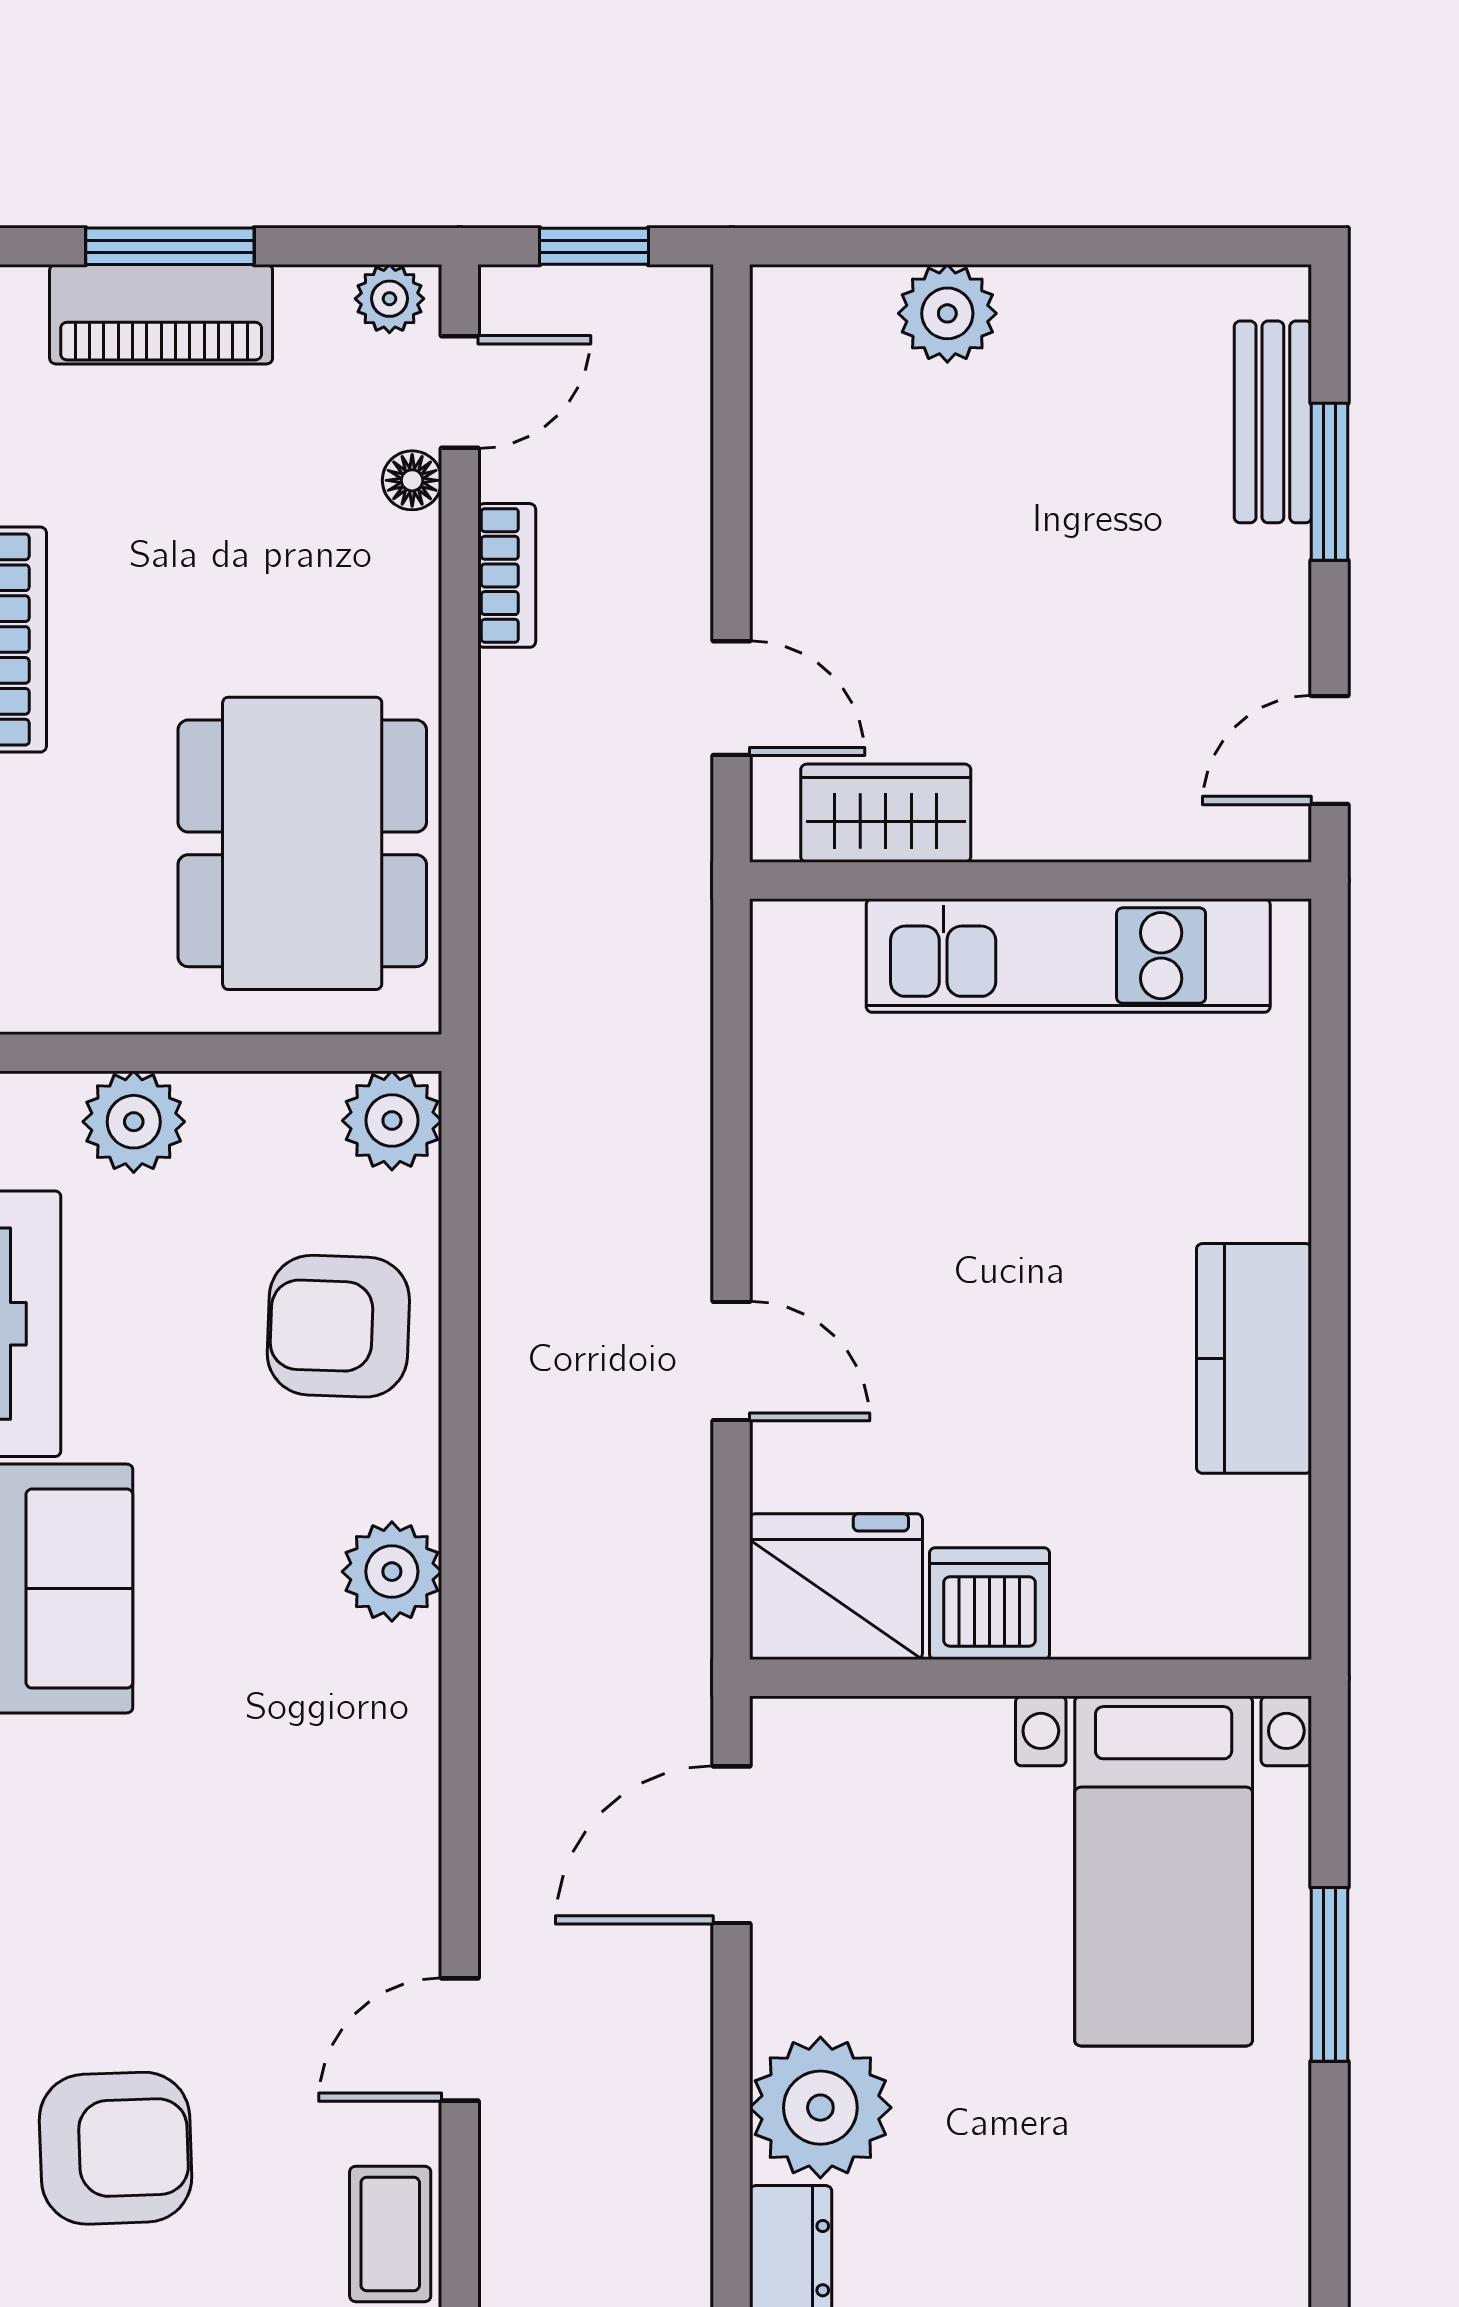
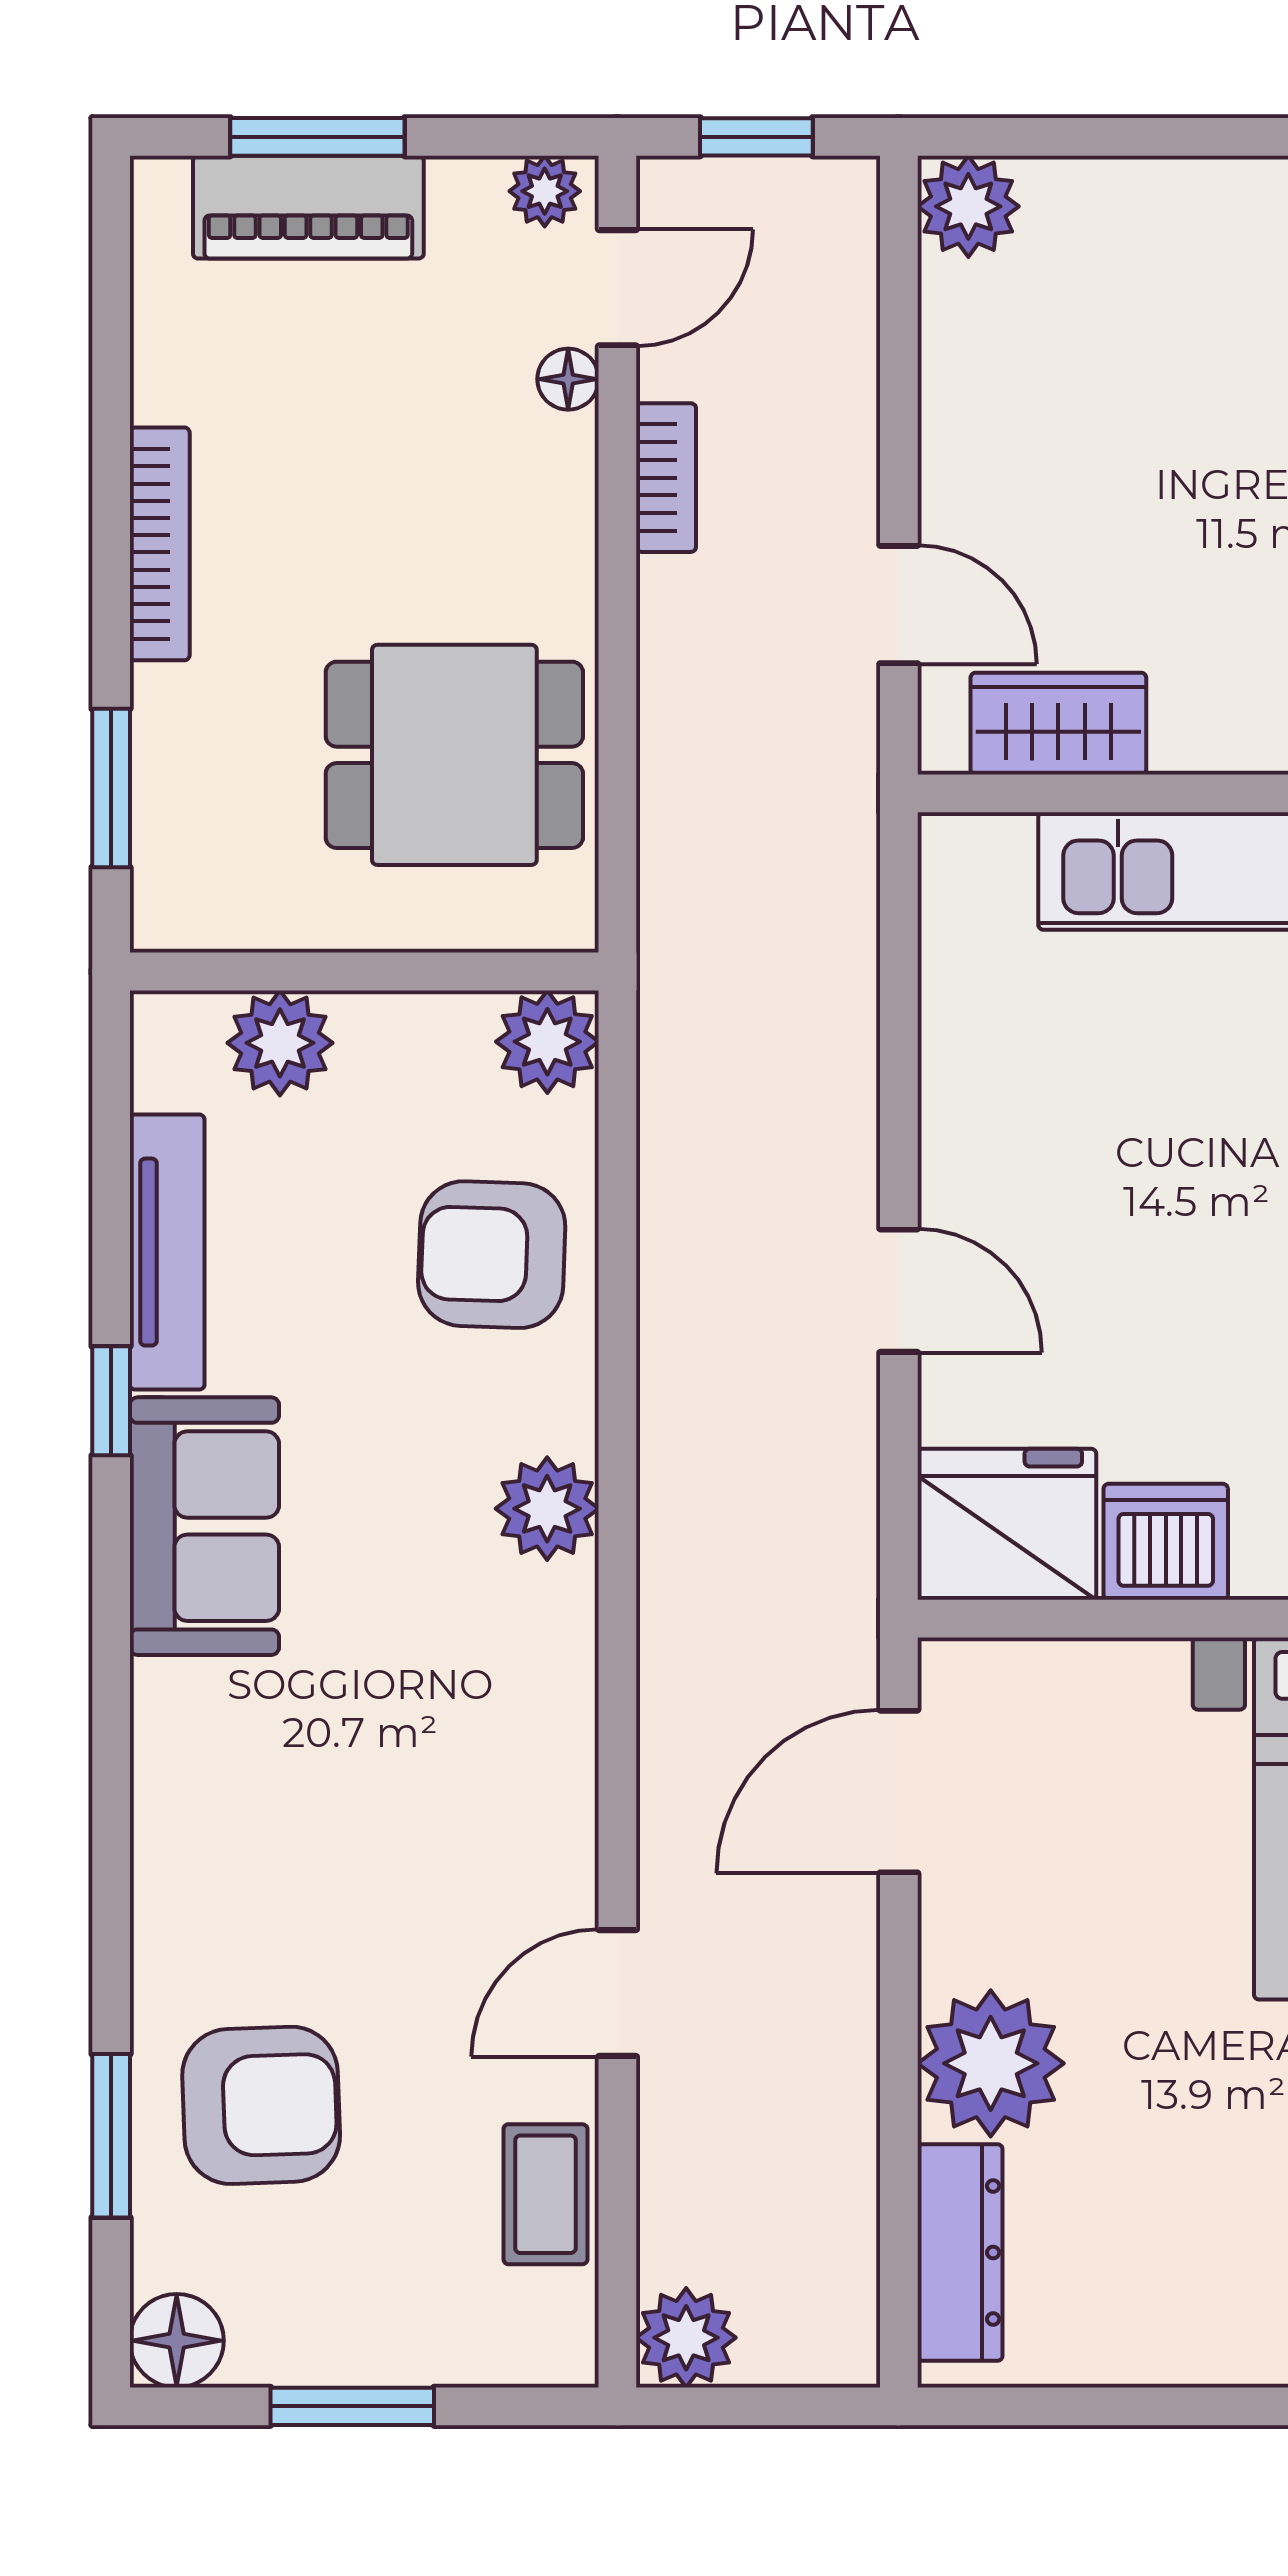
plant: (947, 313) -> (968, 206), moved
dining table: (302, 843) -> (454, 755), width x0.73

